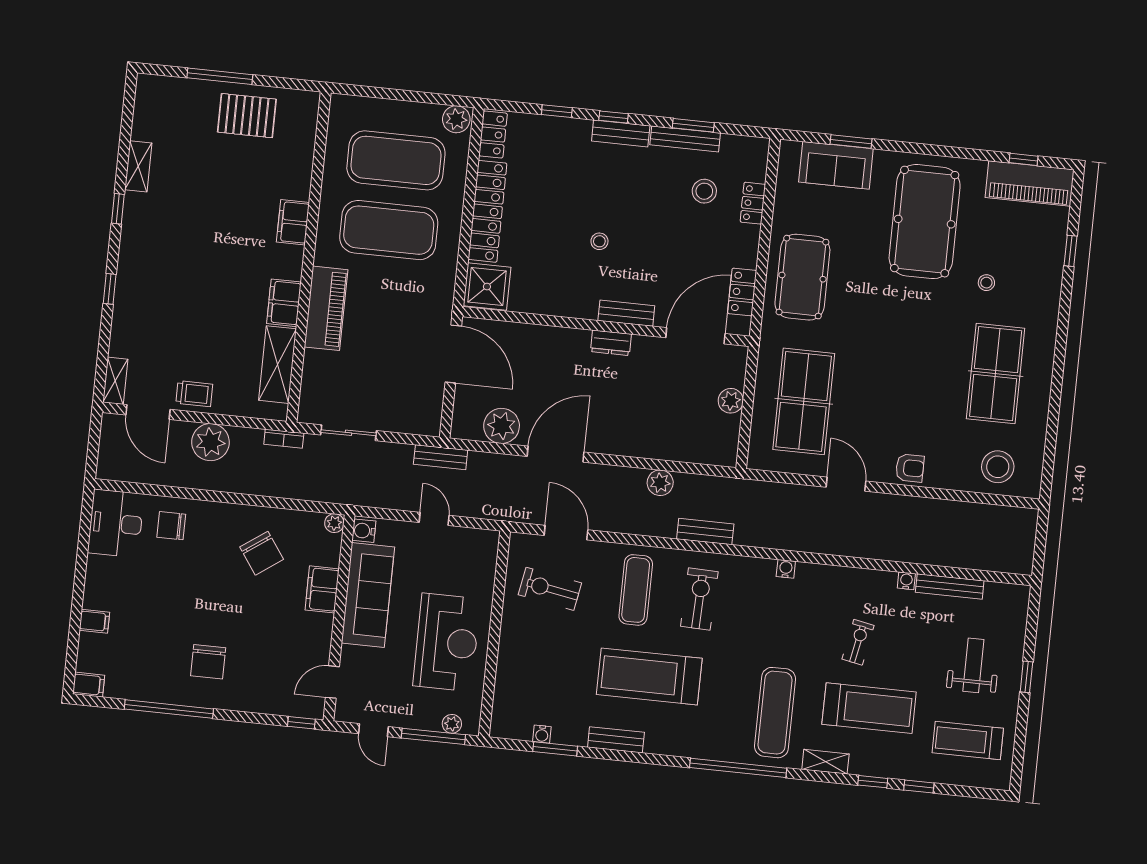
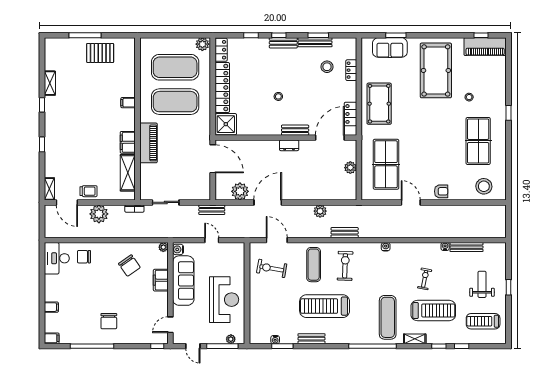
filing cabinet: (293, 222) -> (128, 103), width x0.50
window: (1070, 251) -> (508, 113), moved

